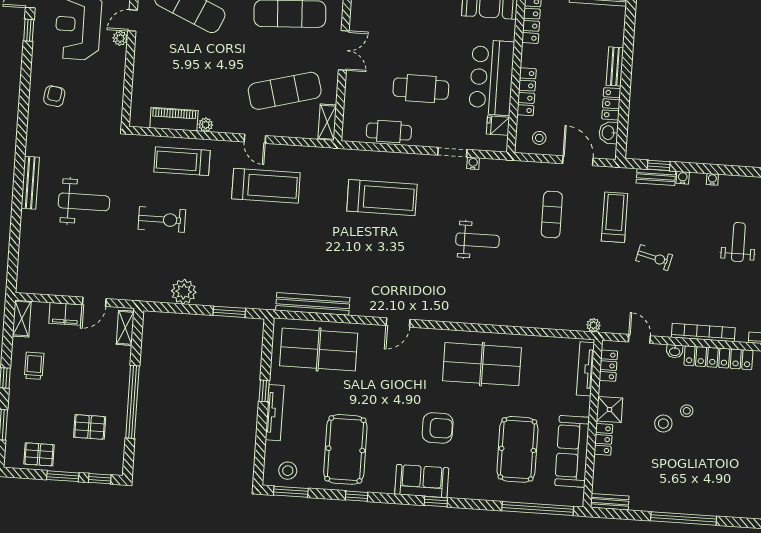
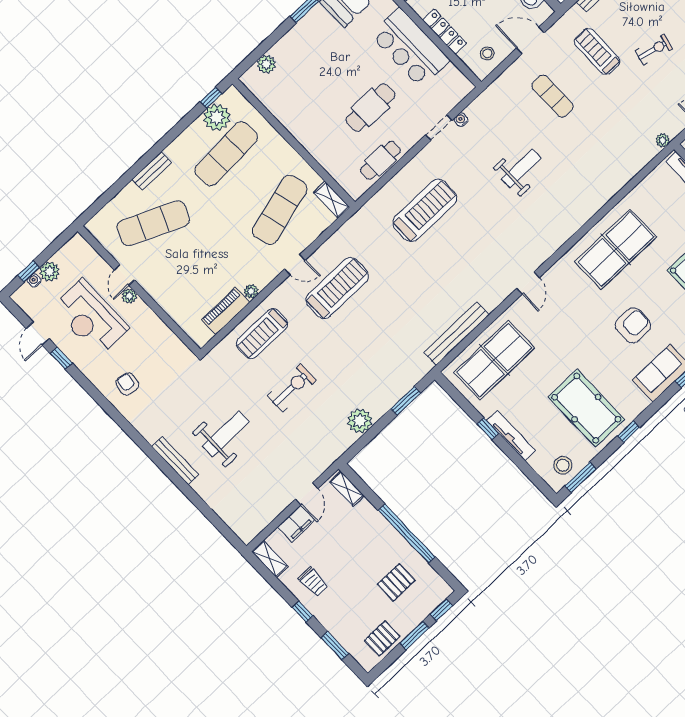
double door: (344, 50) -> (290, 139), removed
fridge: (498, 126) -> (450, 76), removed
trolley: (34, 366) -> (313, 582), turned 180

